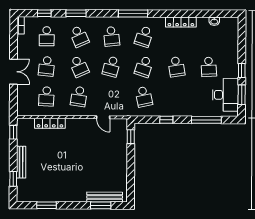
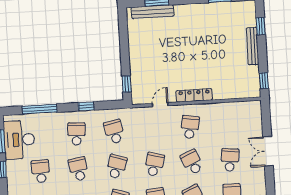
school desk: (46, 96) -> (76, 134), moved
door: (103, 117) -> (160, 105), hinge flipped
locker: (50, 123) -> (194, 95), moved

